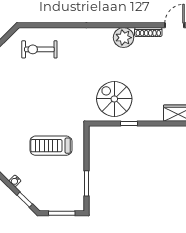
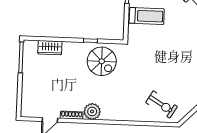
exercise bike: (39, 49) -> (162, 105), turned 31
treadmill: (51, 146) -> (147, 16), moved

